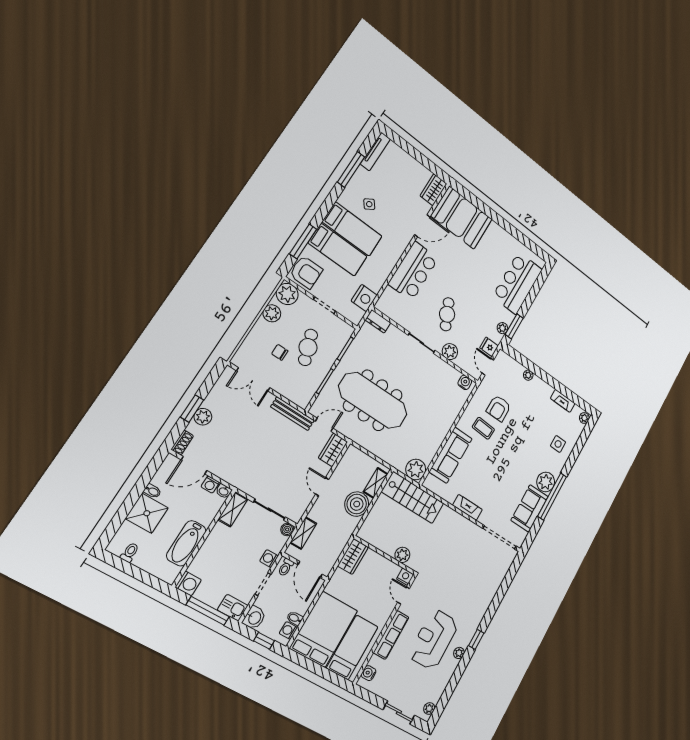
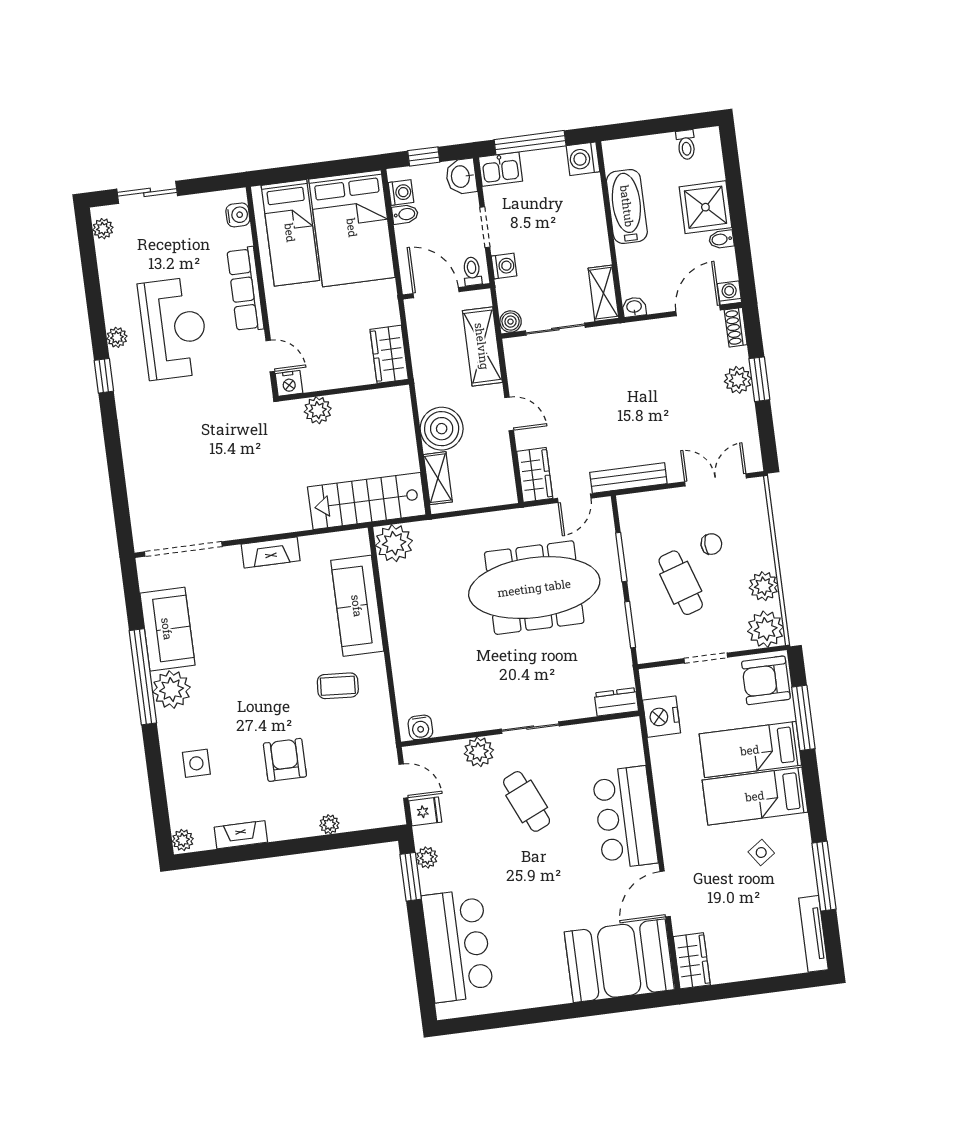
armchair: (499, 408) -> (285, 760), moved
washing machine: (210, 484) -> (729, 293), moved
shelving: (303, 533) -> (482, 346), width x1.50, depth x1.33

